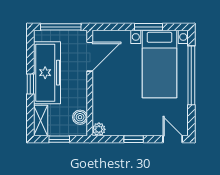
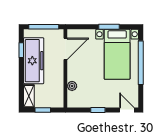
window: (30, 84) -> (21, 50), moved
boiler: (80, 117) -> (58, 94), removed
plant: (99, 129) -> (72, 86), moved

